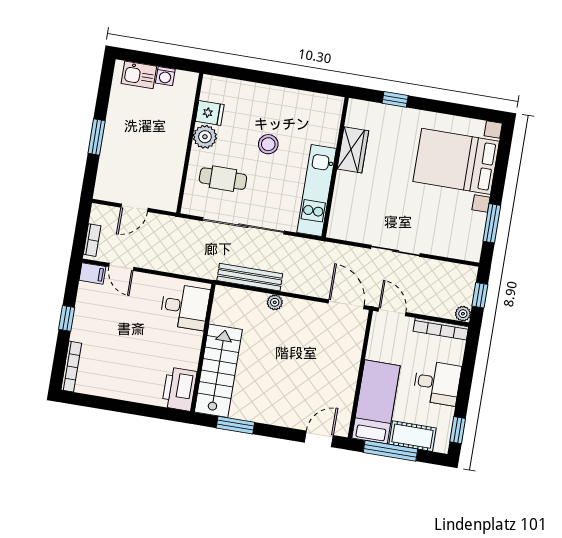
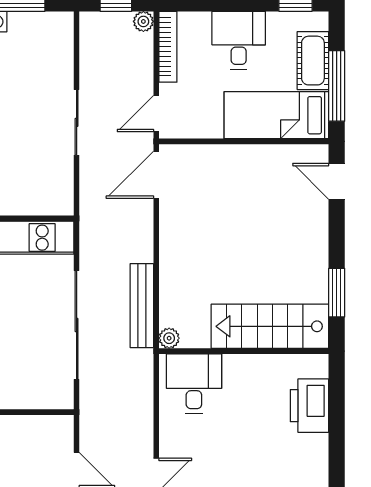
cafe table: (223, 179) -> (20, 361), removed
plant: (275, 302) -> (169, 338), moved
printer: (179, 389) -> (310, 406), moved, turned 90

